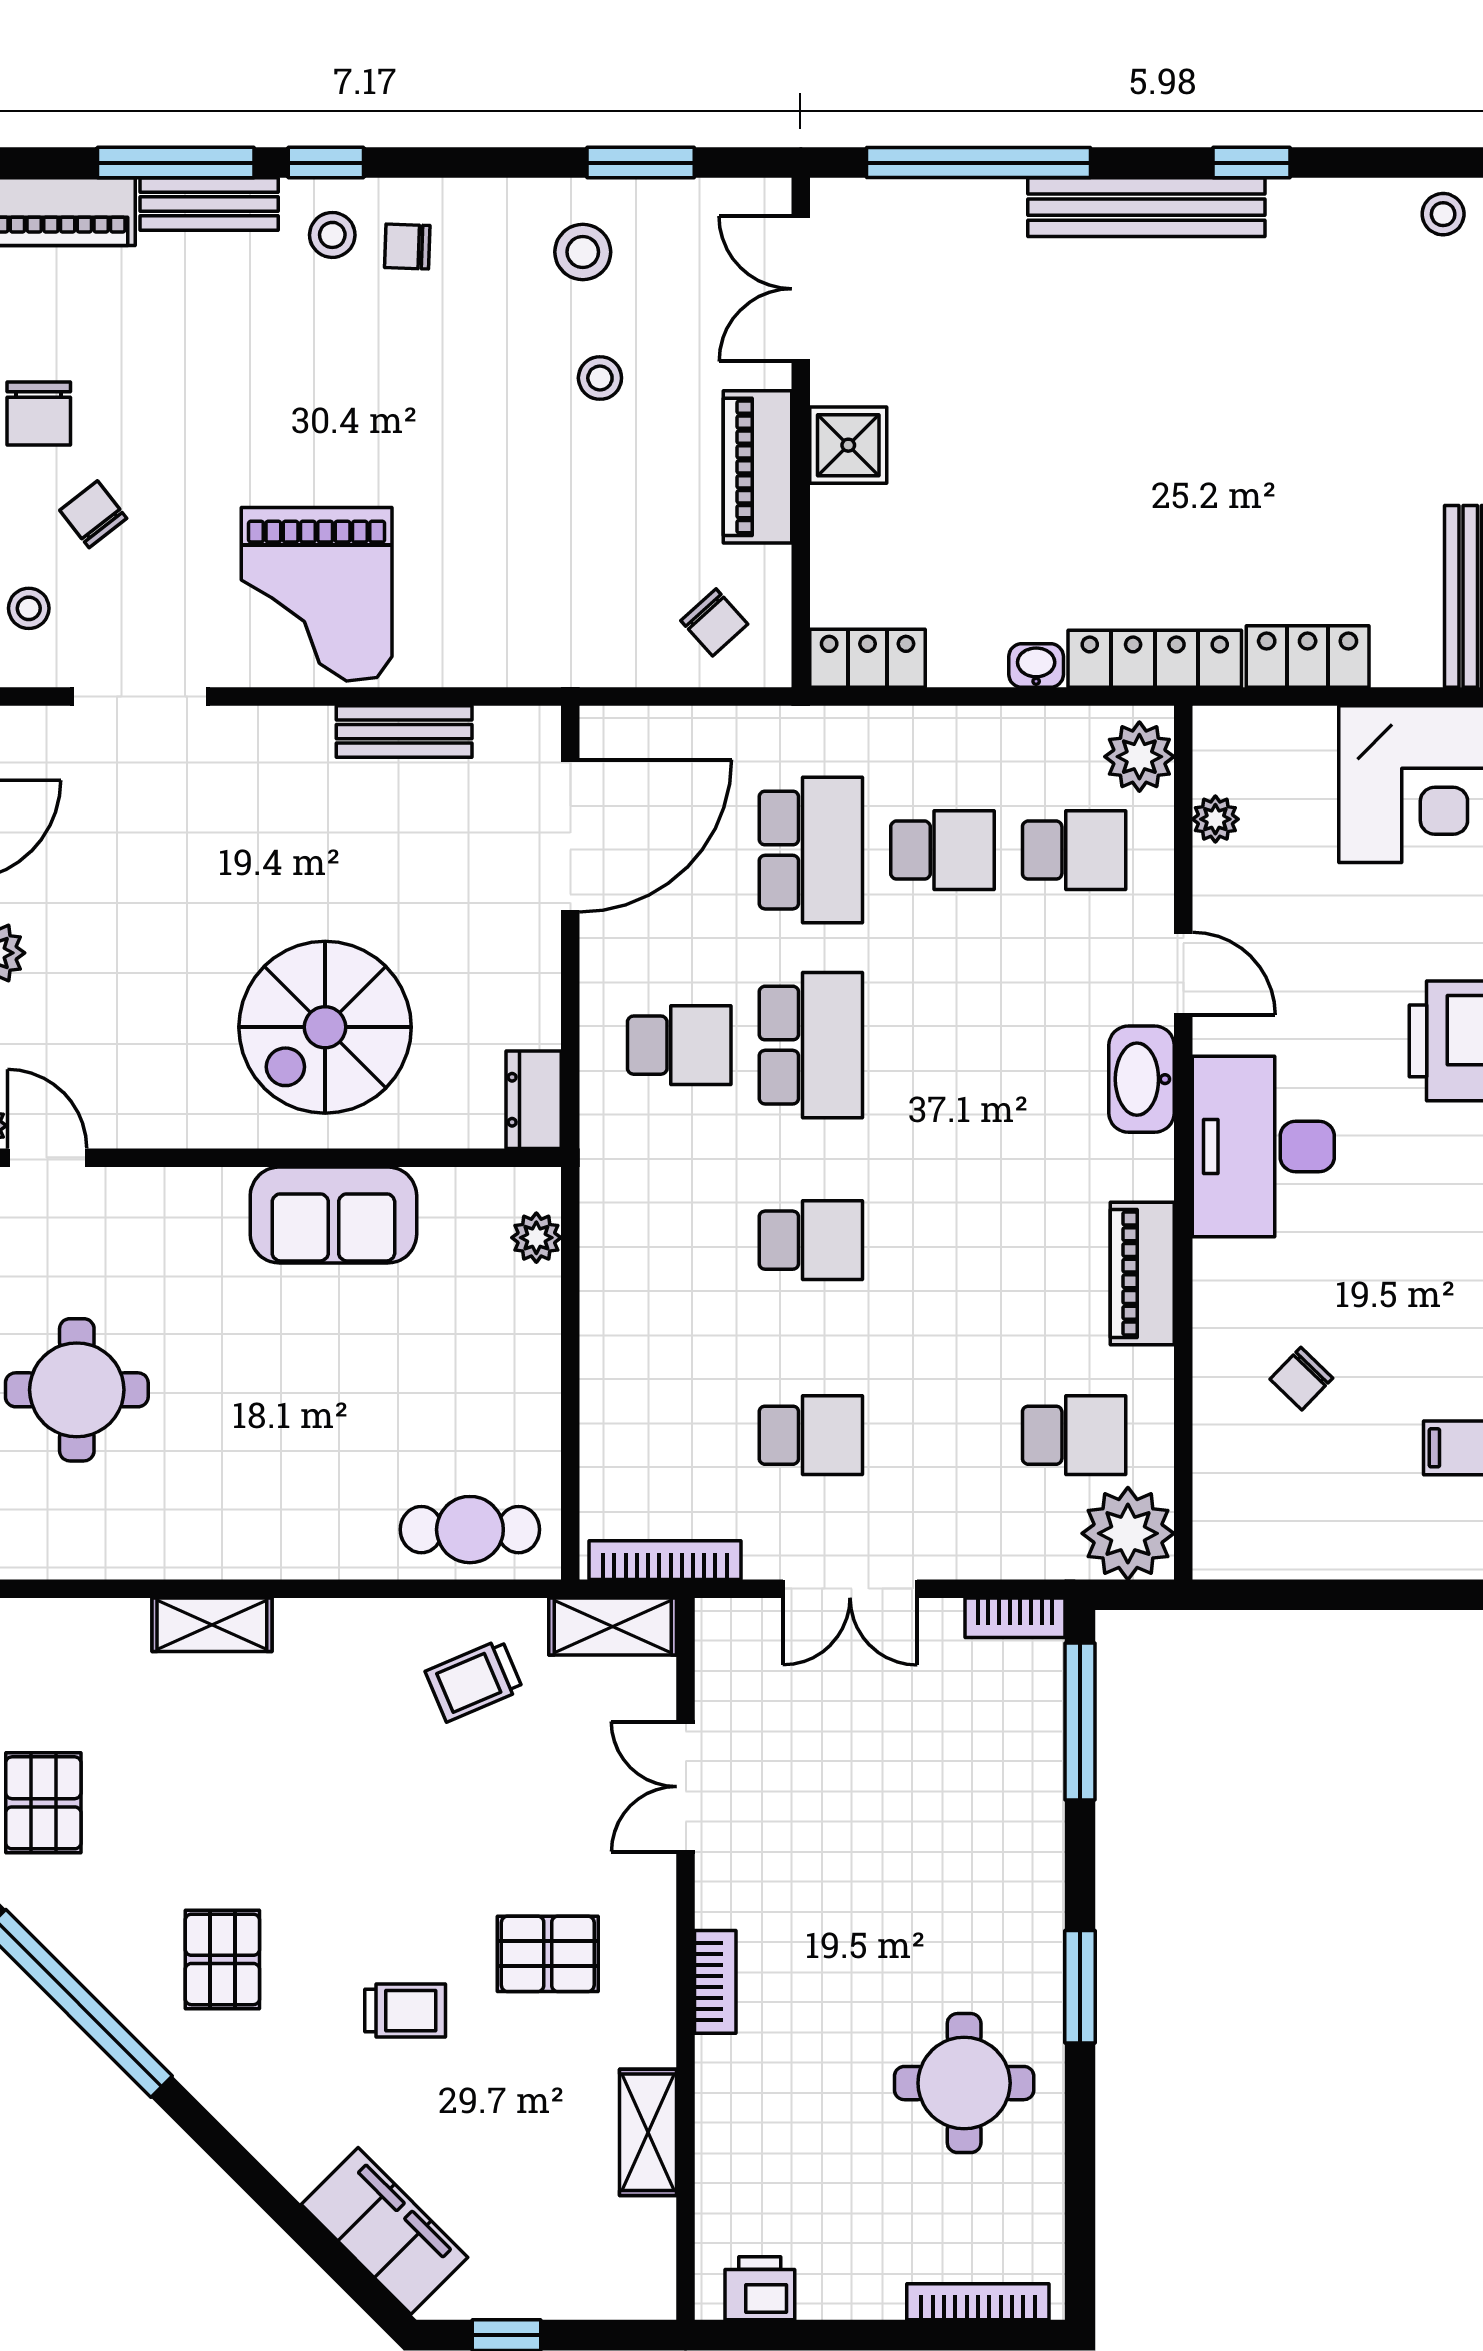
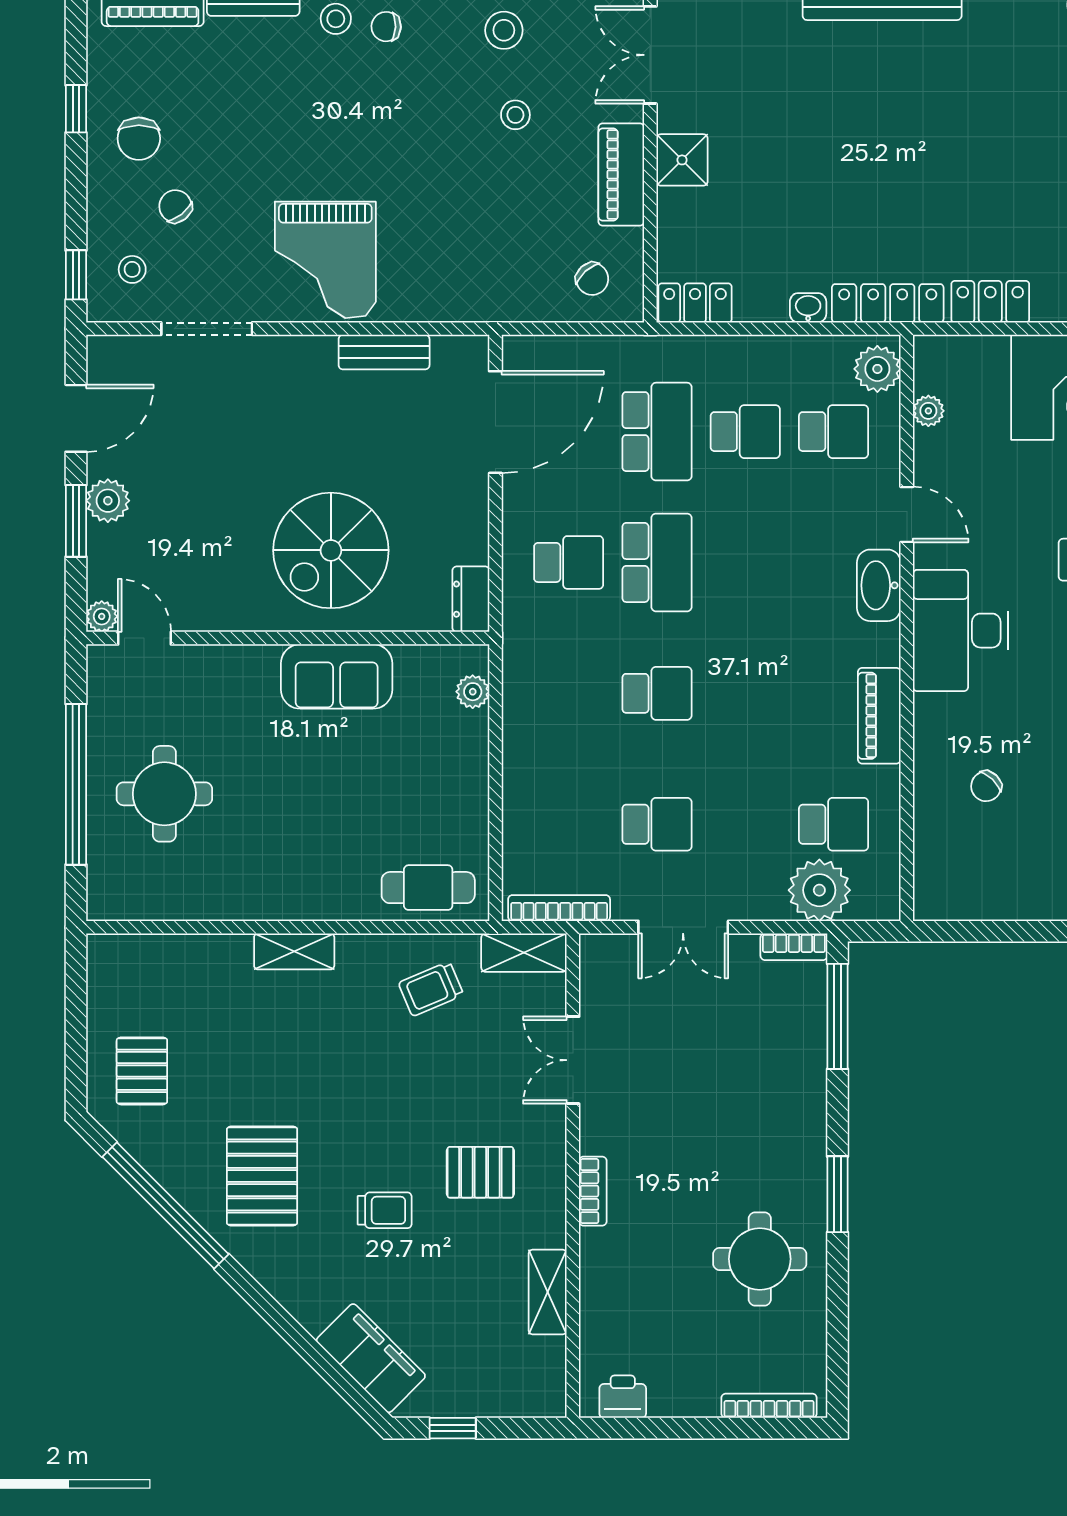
plant: (1128, 1533) -> (819, 890), moved
shelving: (212, 1625) -> (294, 951), moved
pallet: (222, 1959) -> (262, 1176), width x1.50, depth x1.42

